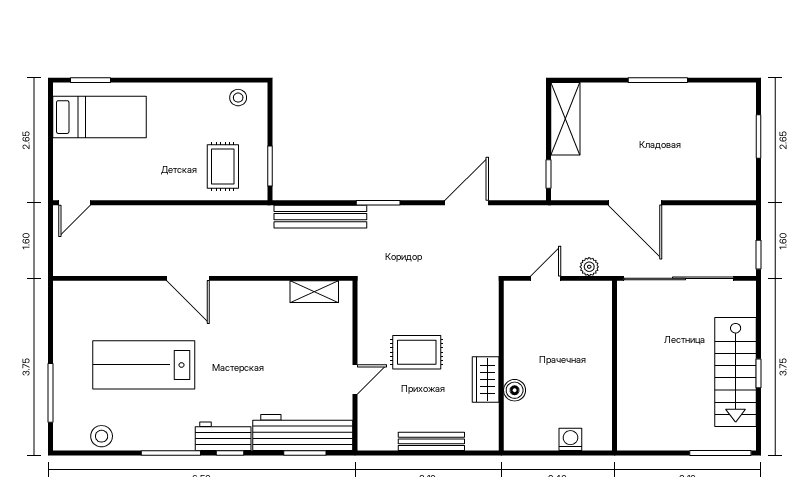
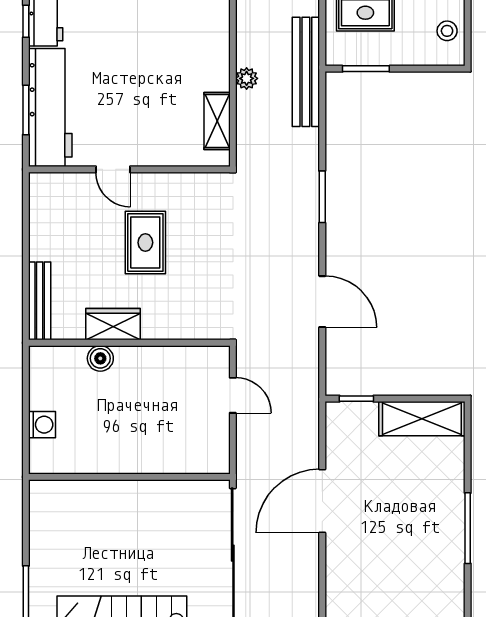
bench: (320, 217) -> (306, 72), moved
plant: (589, 267) -> (247, 78), moved
bench: (431, 441) -> (40, 301), moved

